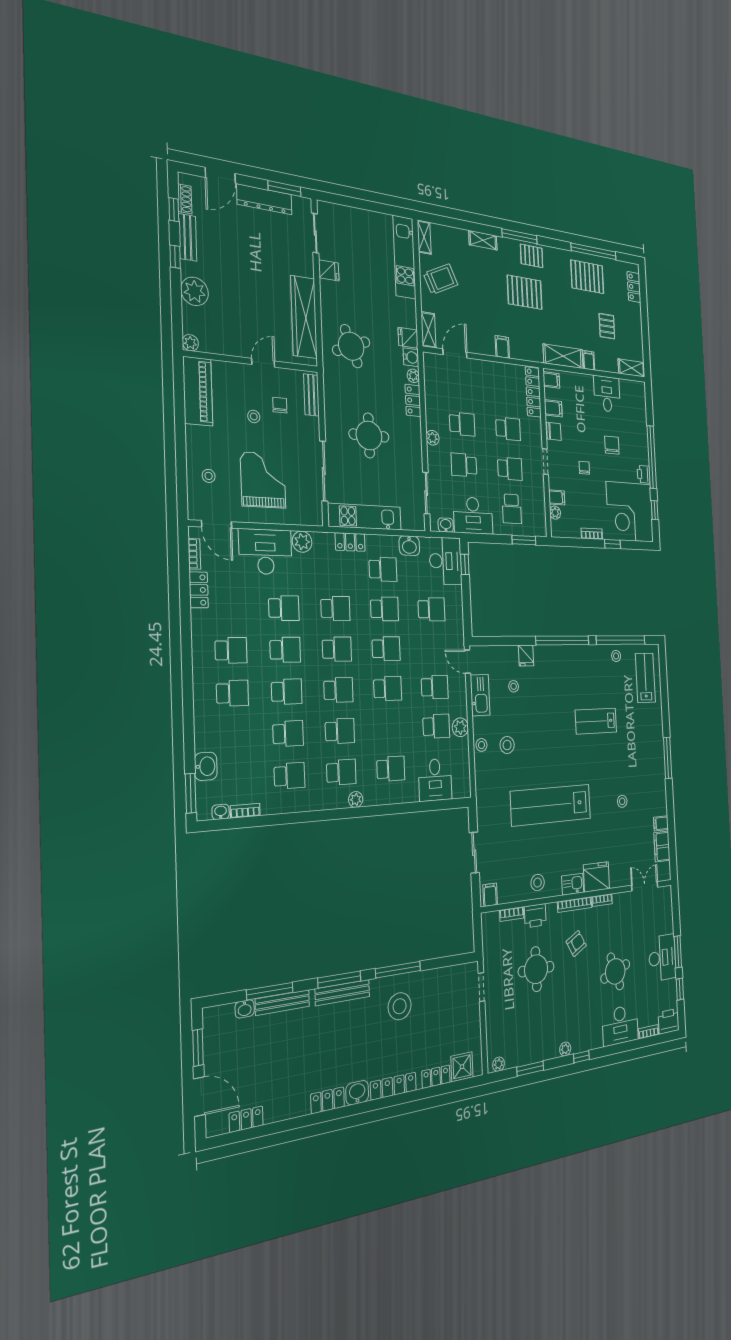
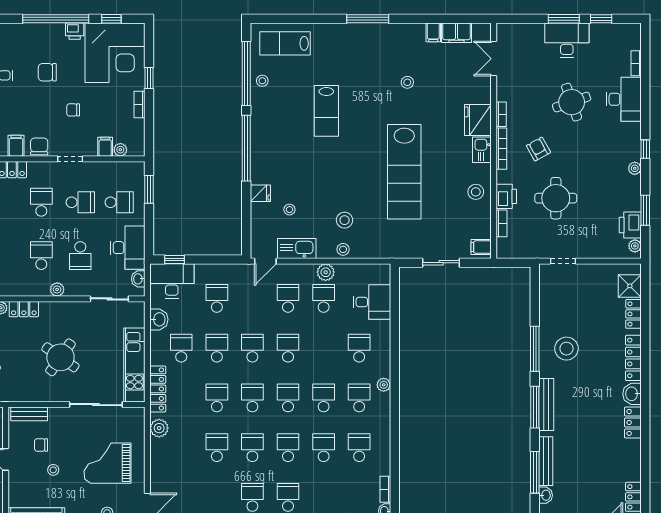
round table: (369, 435) -> (60, 357), turned 35
school desk: (510, 469) -> (80, 202), turned 90
locker: (350, 542) -> (158, 389), width x1.53
desk: (265, 552) -> (169, 463), removed
printer: (669, 1021) -> (630, 225), moved

